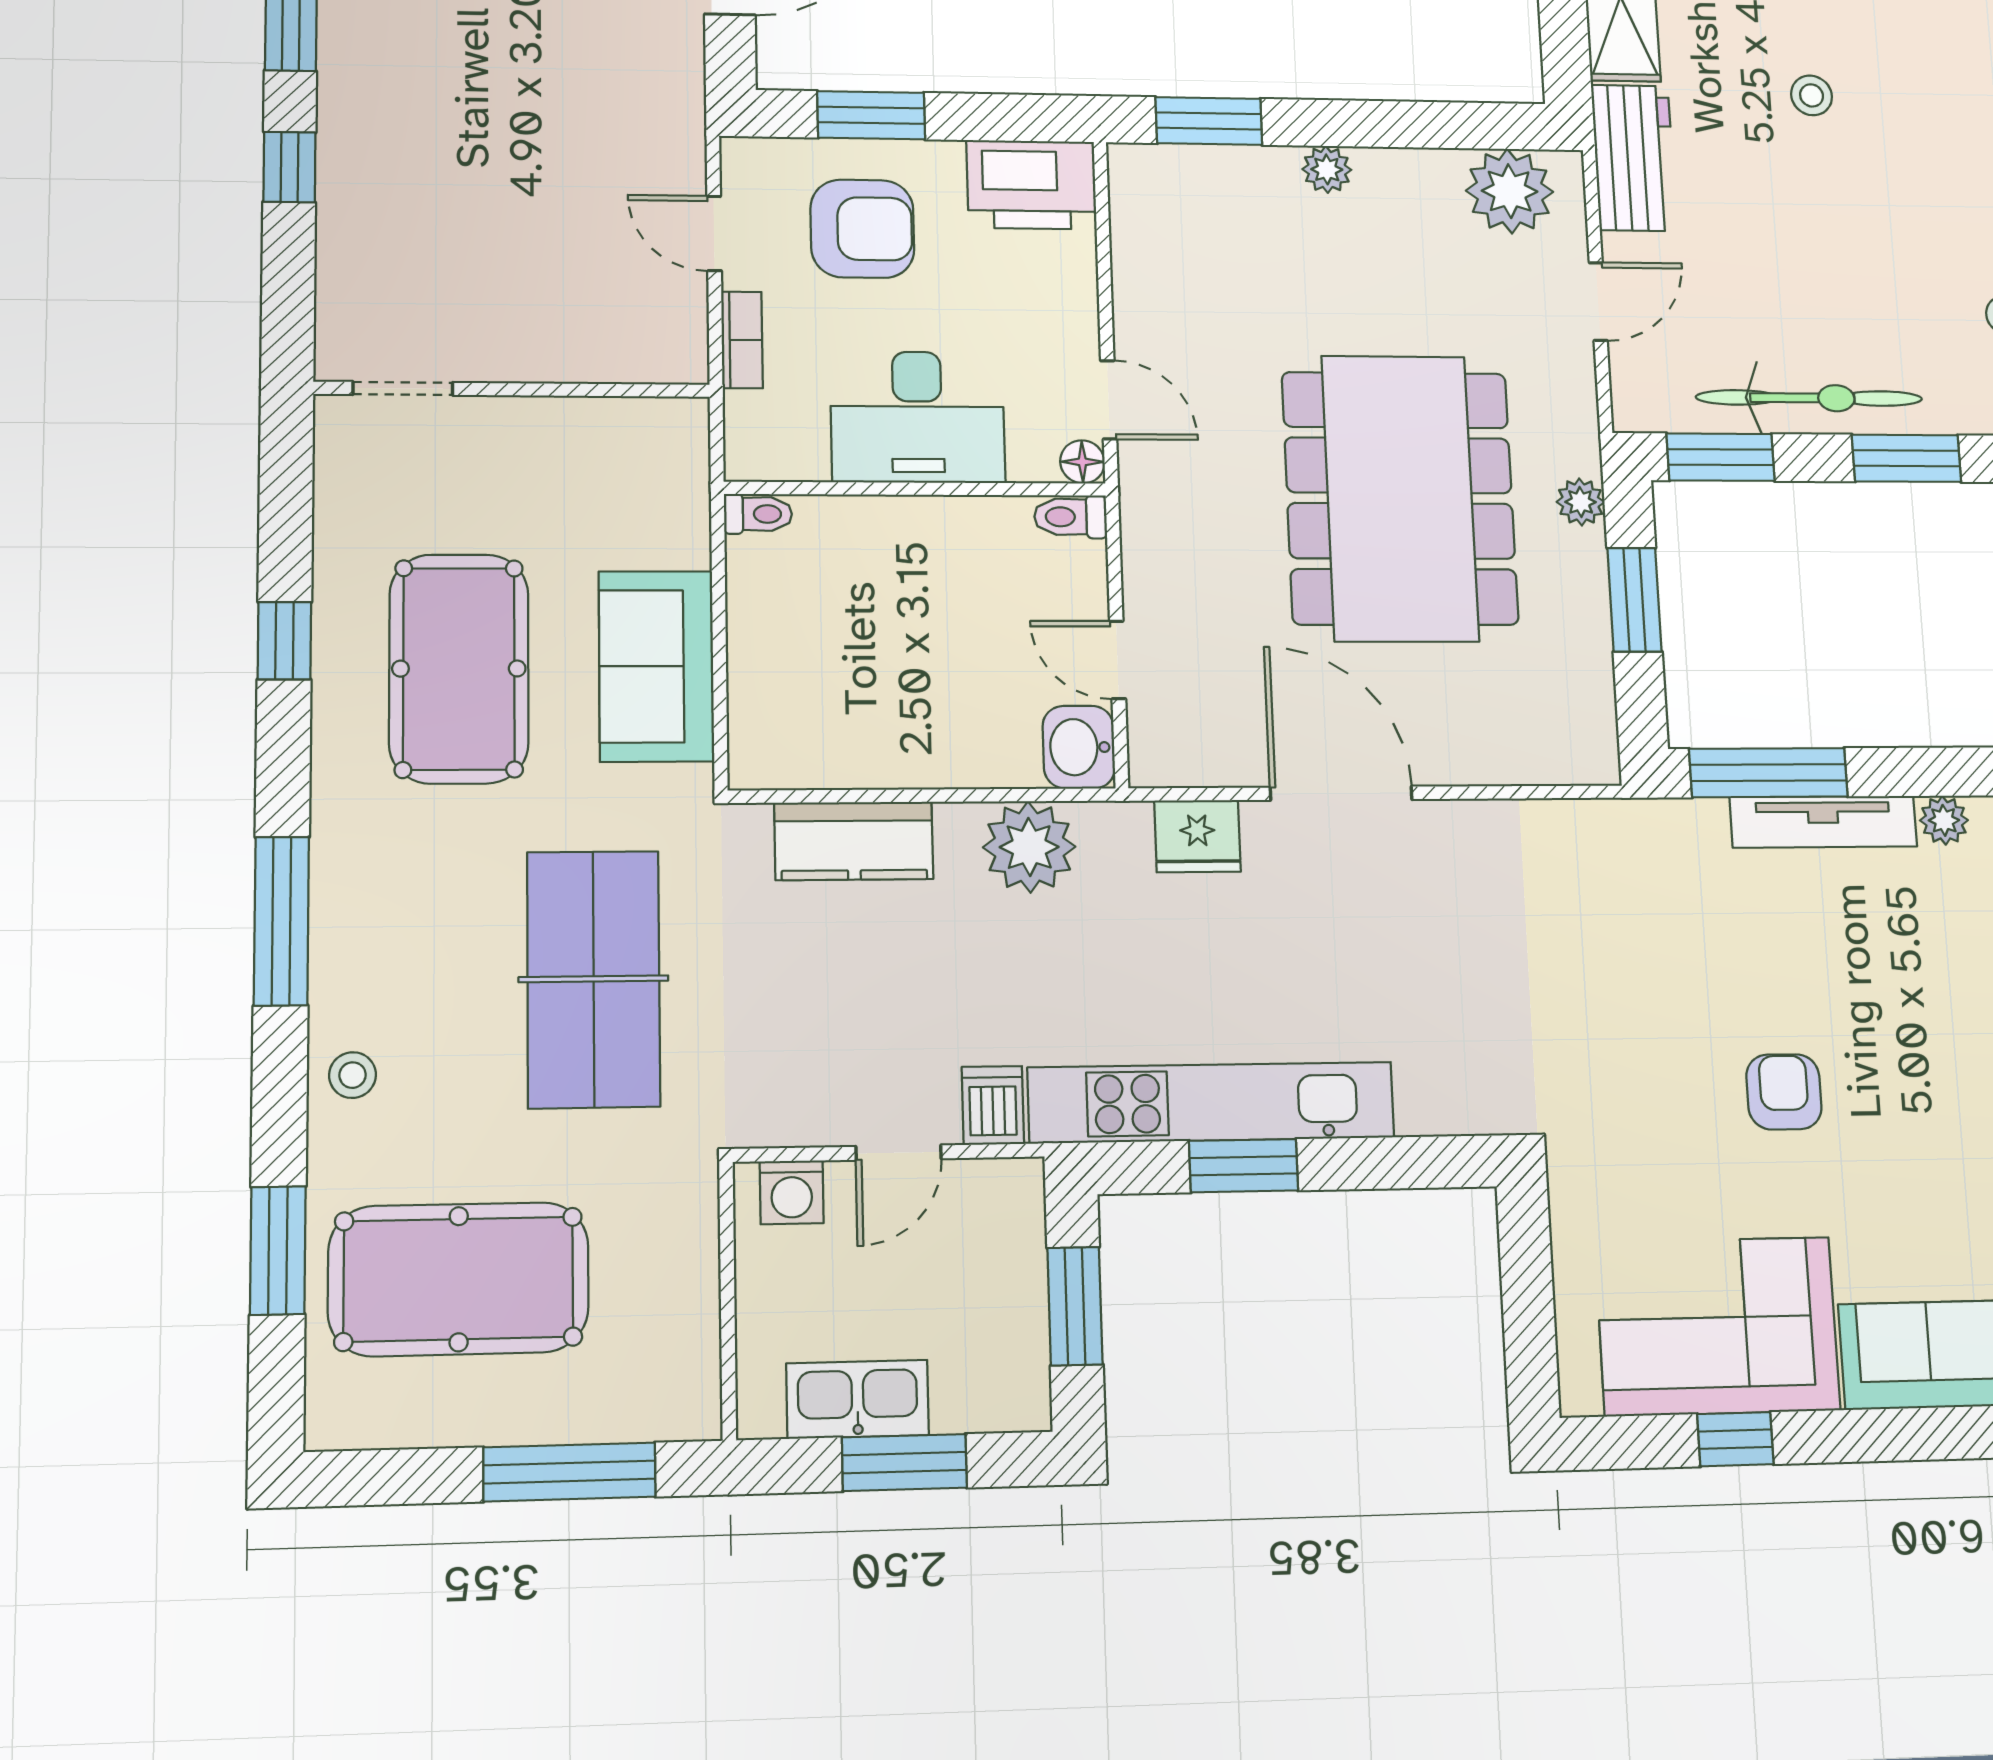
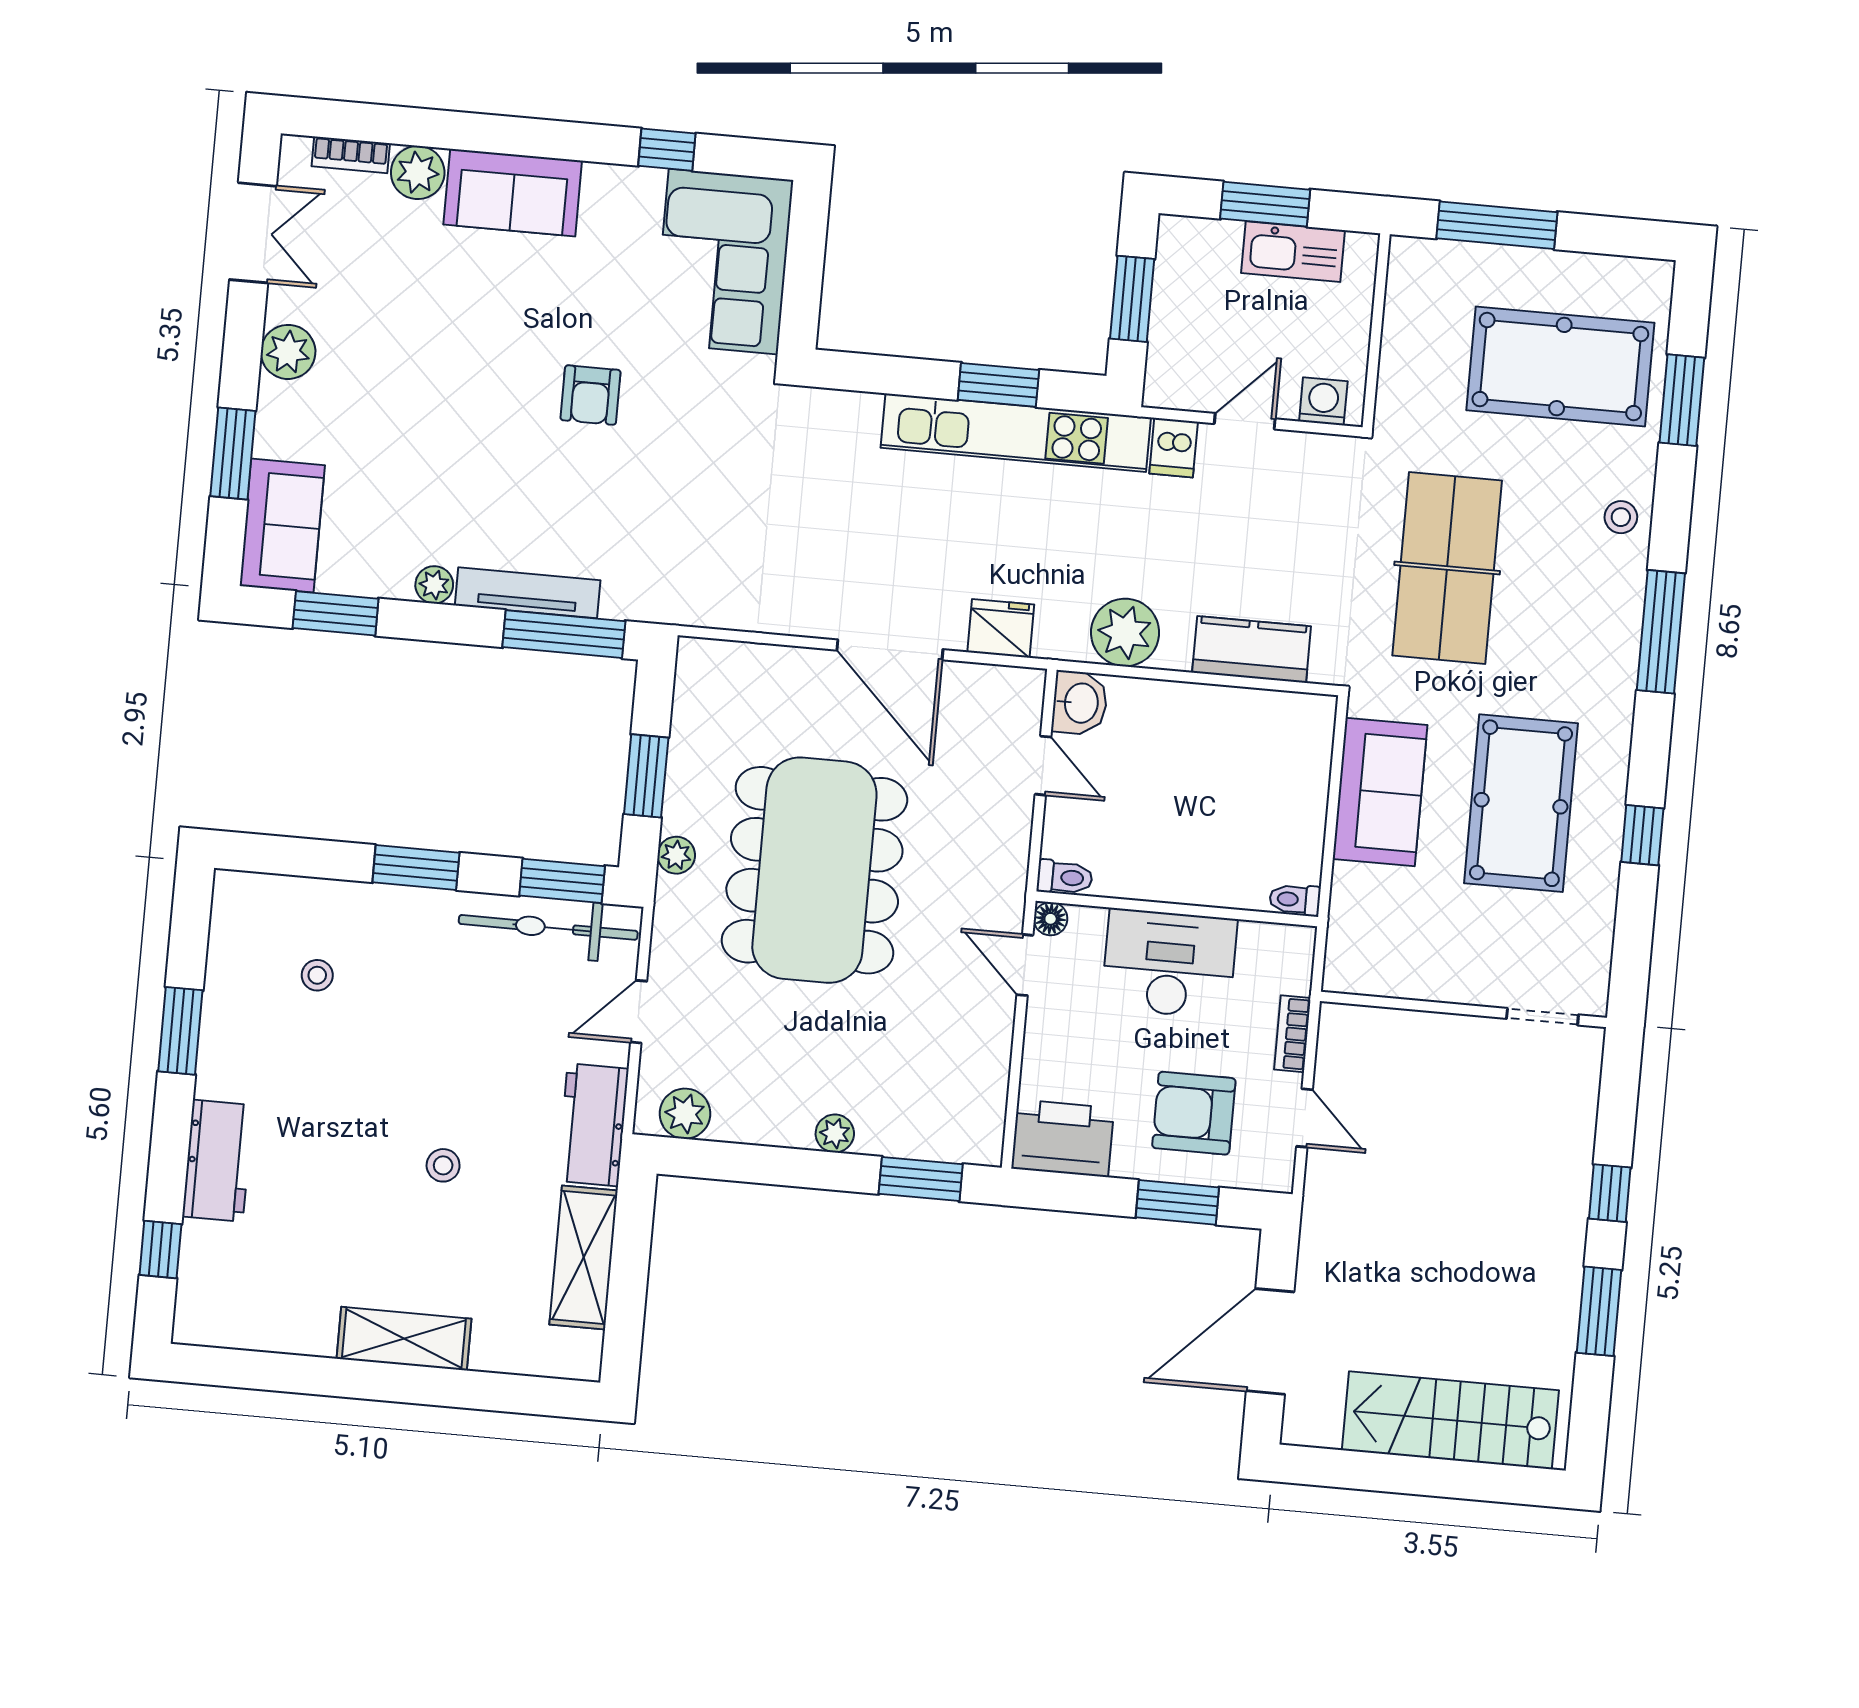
plant: (1510, 191) -> (685, 1114), width x0.73, depth x0.73
bicycle: (1809, 398) -> (548, 927), moved
corner sofa: (1718, 1326) -> (723, 262), moved, turned 90

